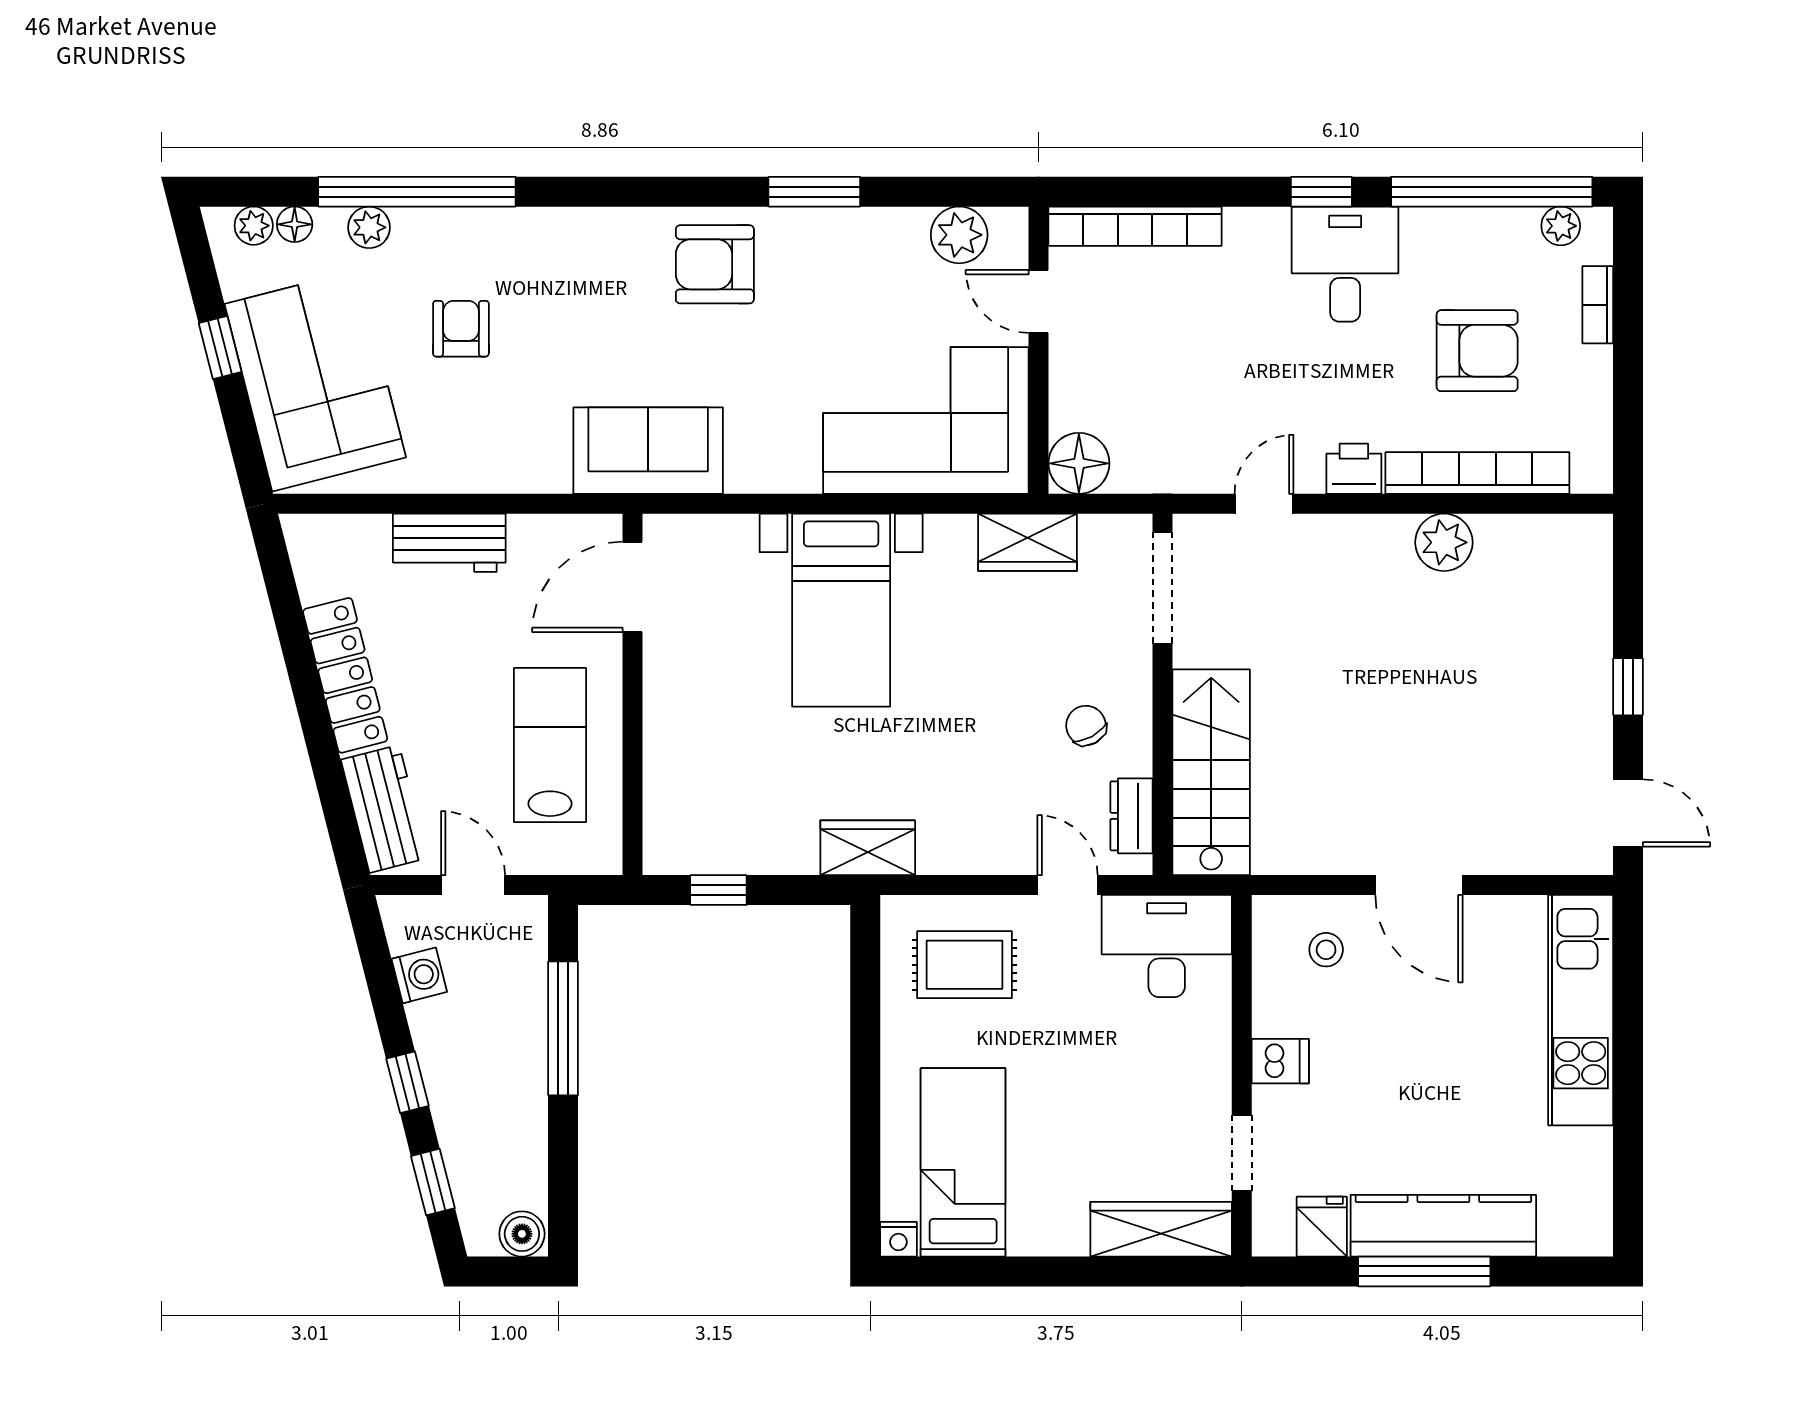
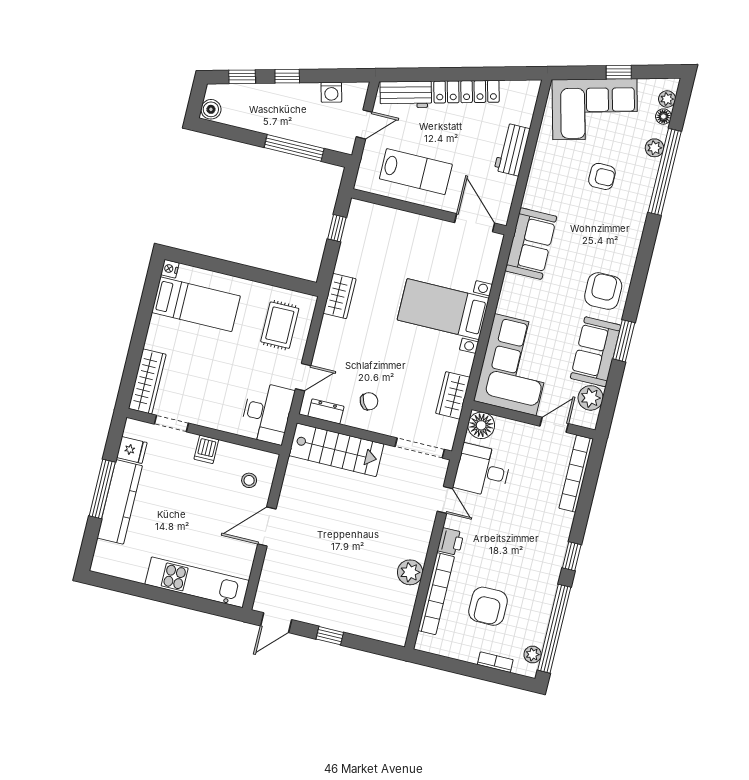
sofa: (854, 249) -> (596, 352), added
desk: (1345, 264) -> (482, 471), moved, turned 180

